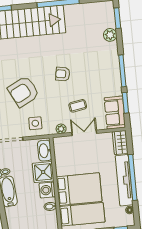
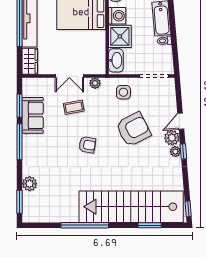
sofa: (115, 113) -> (33, 115), moved

